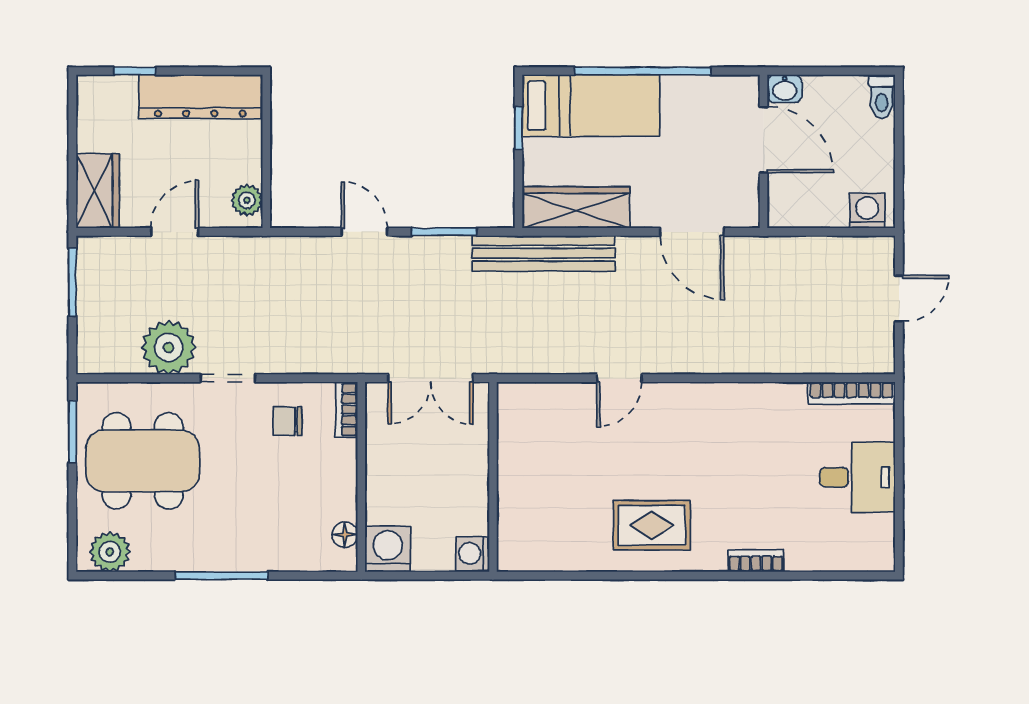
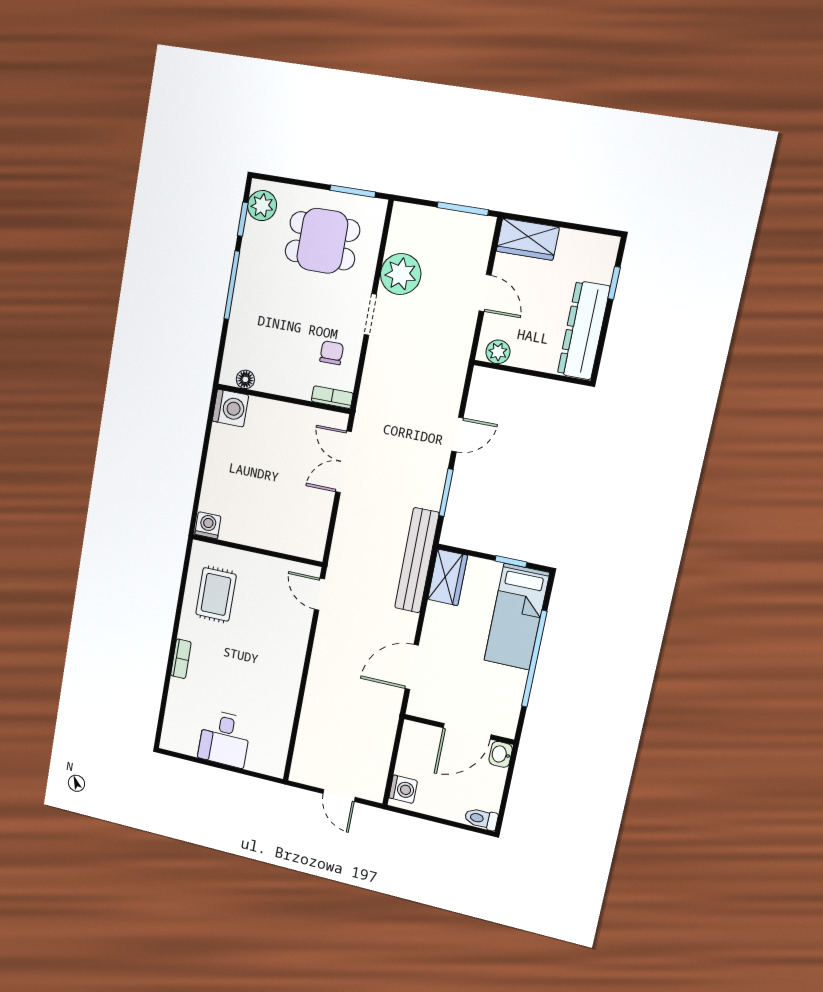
wardrobe: (576, 207) -> (448, 577), width x0.67
bookcase: (852, 393) -> (281, 748), removed
dining table: (143, 461) -> (322, 241), width x0.73
wall: (493, 477) -> (257, 550), moved
washing machine: (472, 554) -> (208, 525), moved
window: (132, 576) -> (243, 219), added

